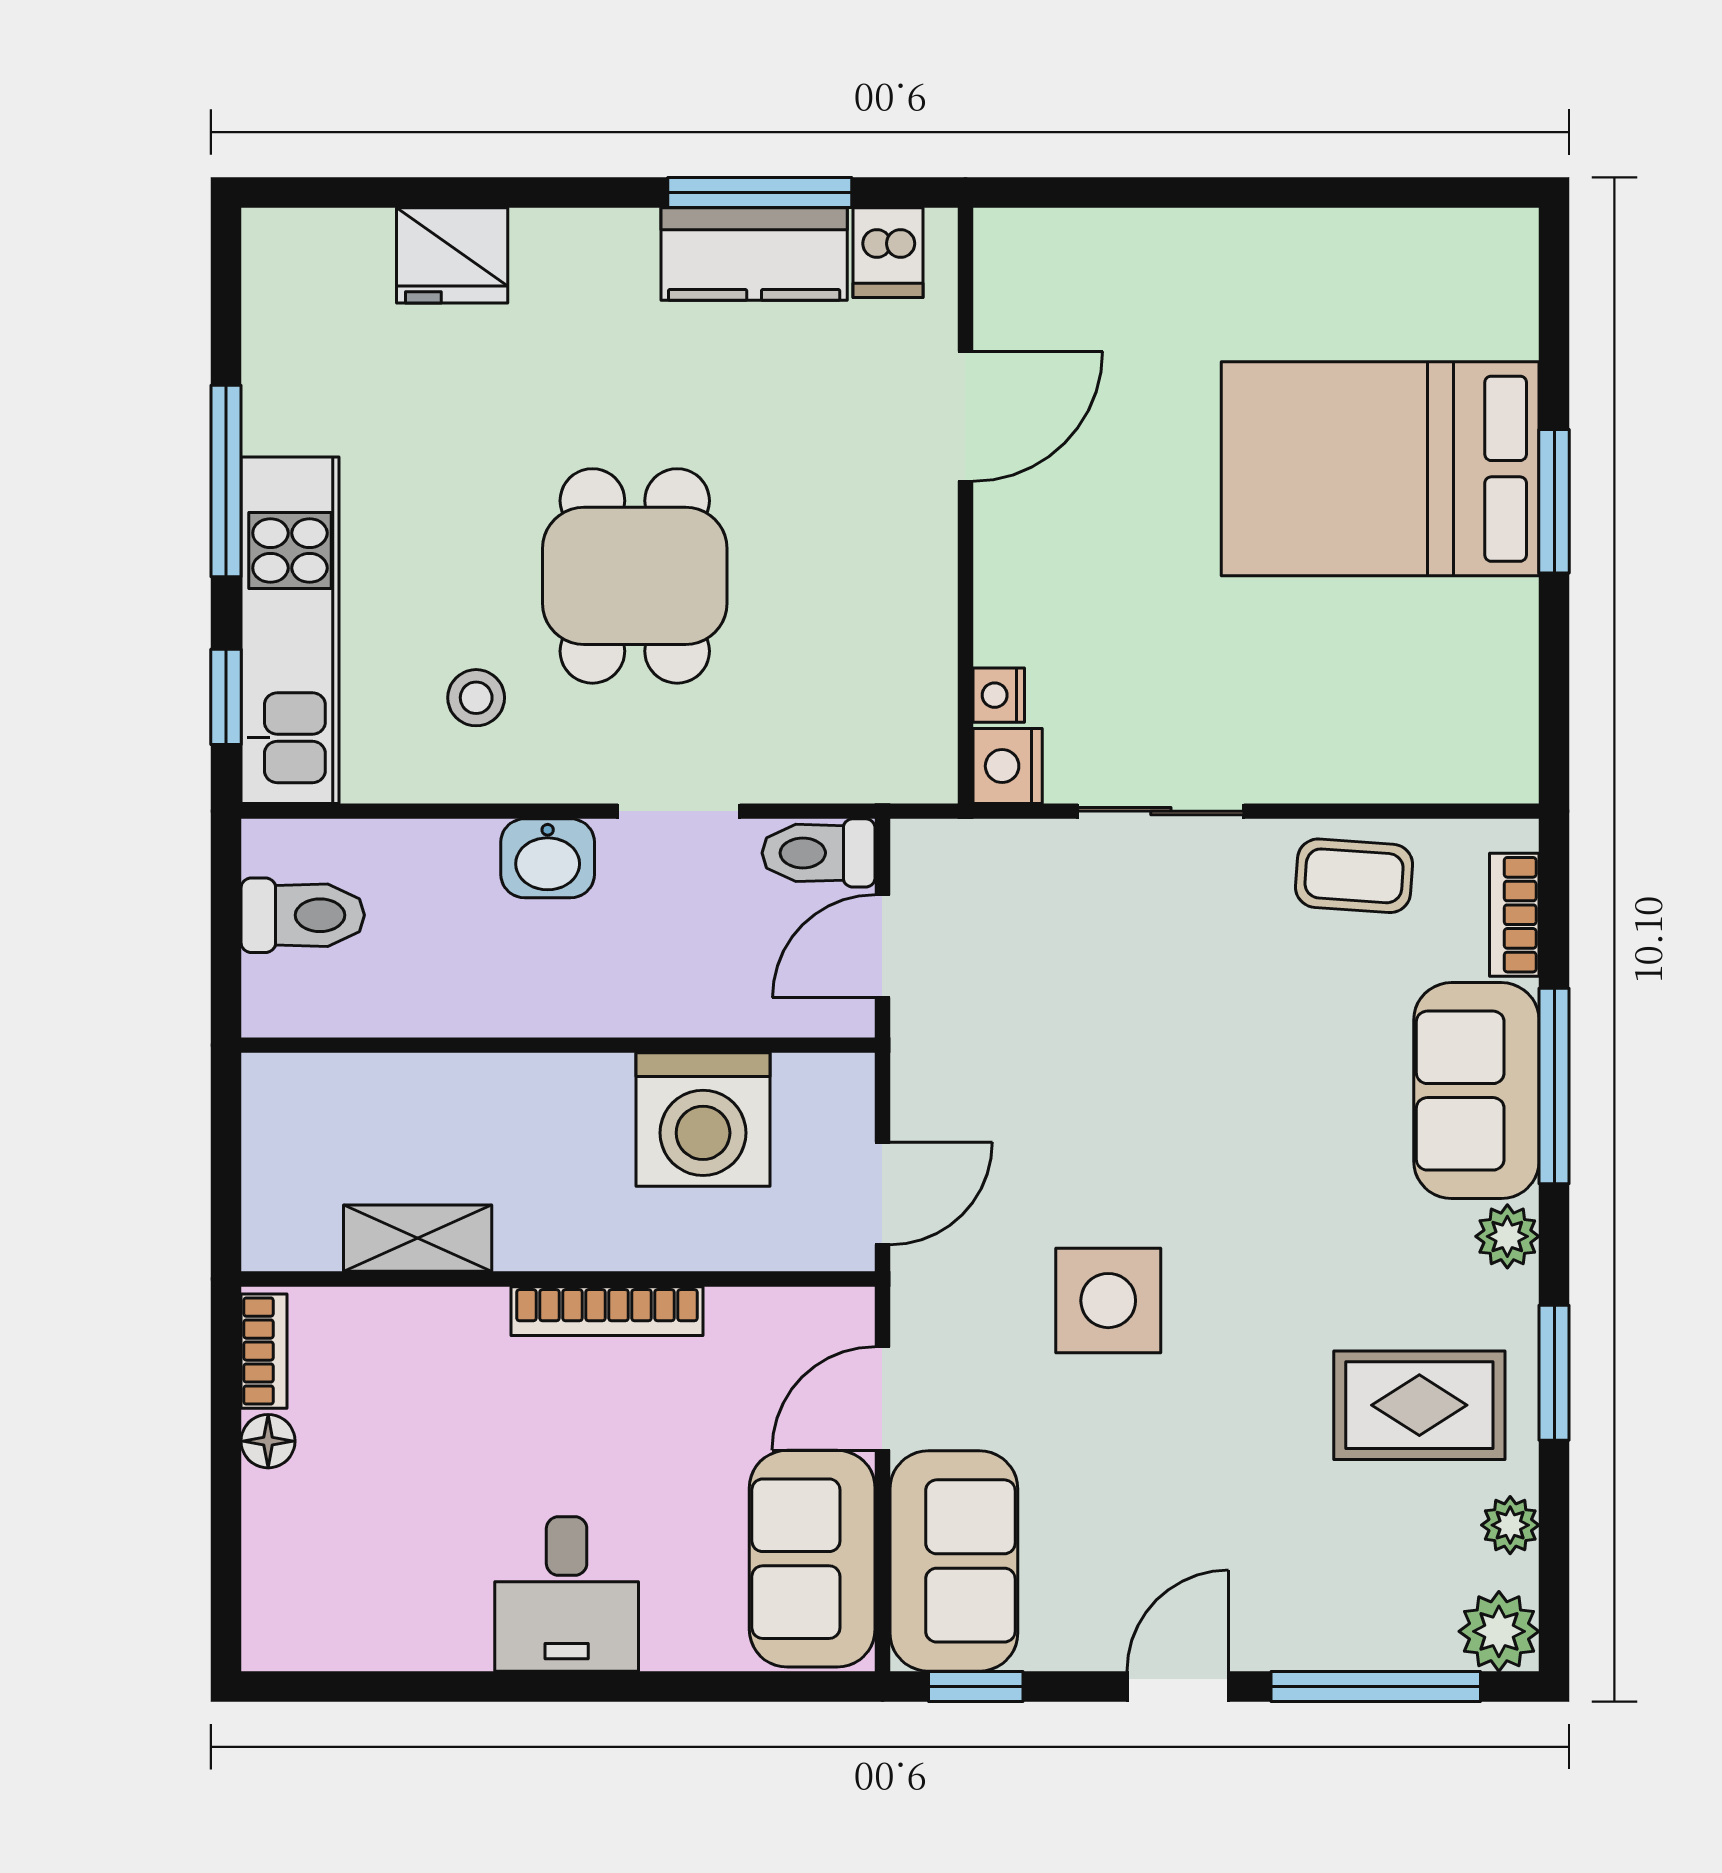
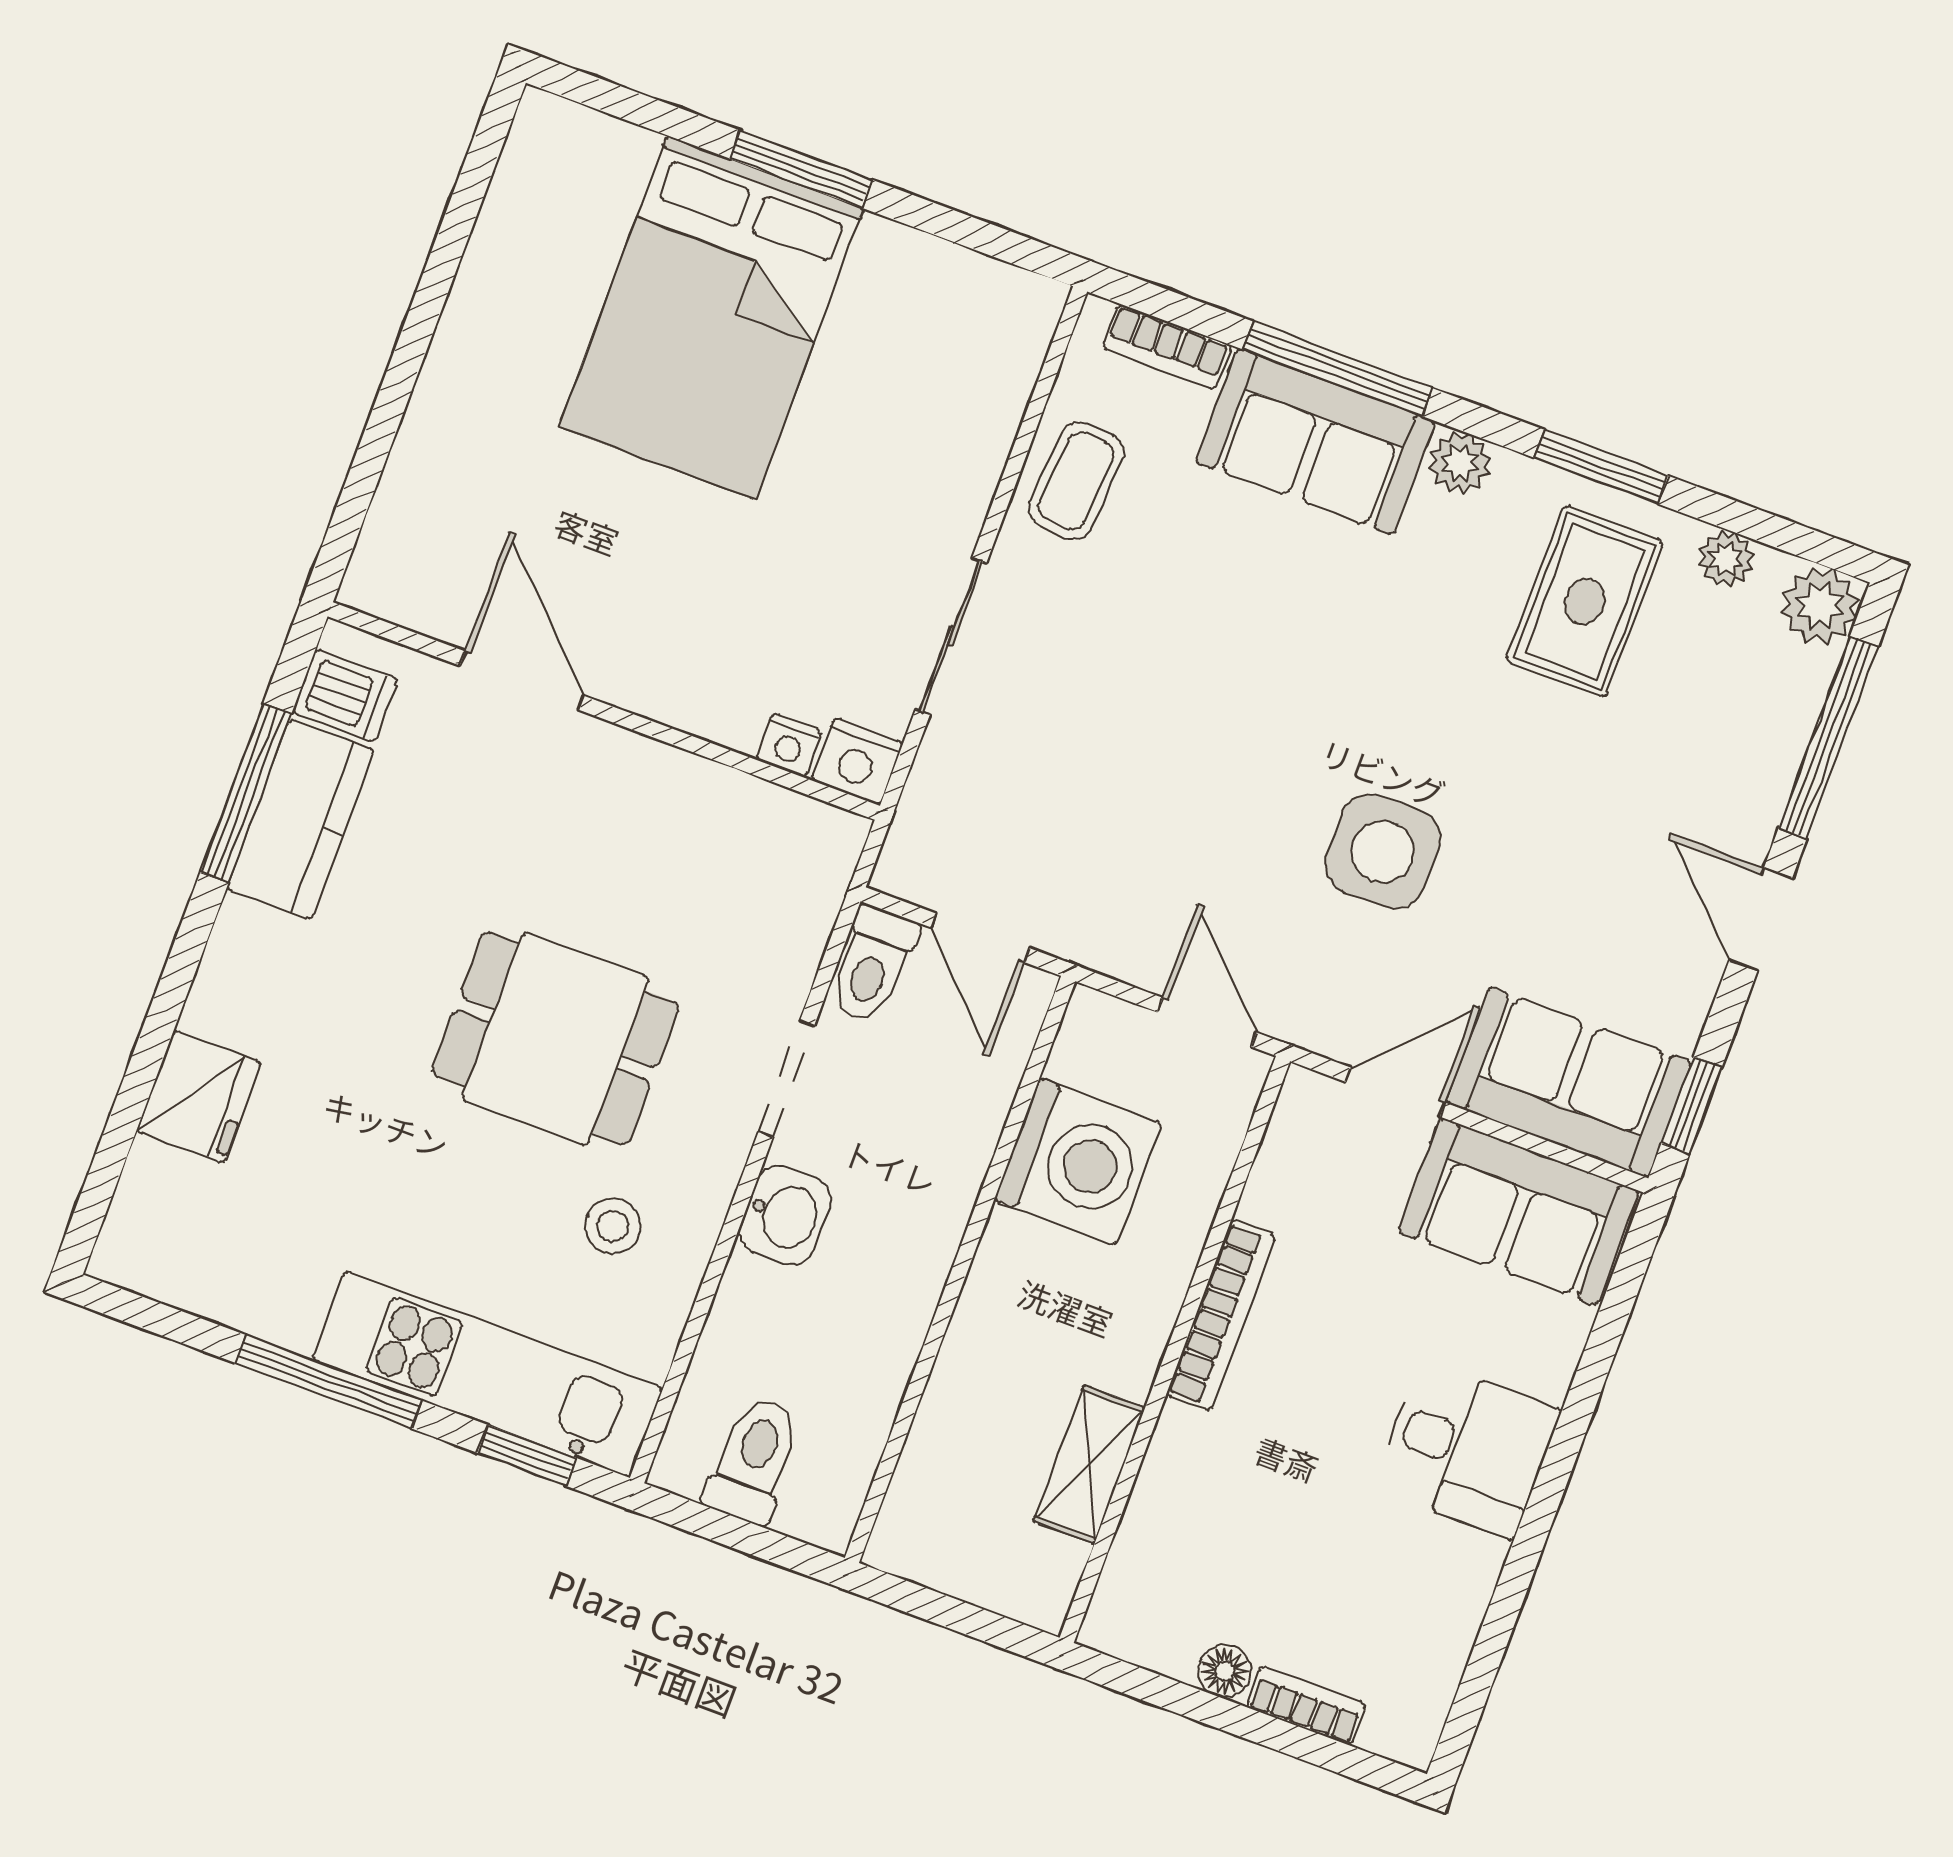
bookcase: (264, 1351) -> (1306, 1706), moved
door: (882, 1398) -> (1395, 1092), swing flipped

